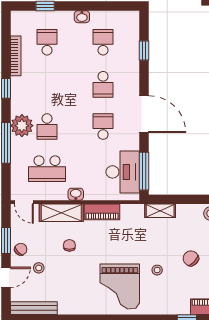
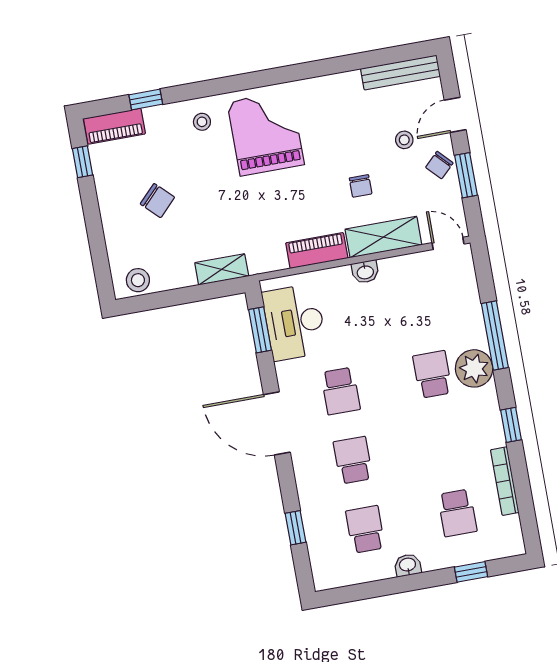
school desk: (103, 42) -> (365, 529), turned 180
school desk: (47, 169) -> (420, 305), removed
window: (144, 171) -> (260, 330), width x0.69
stool: (157, 270) -> (202, 122), moved

